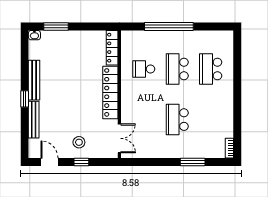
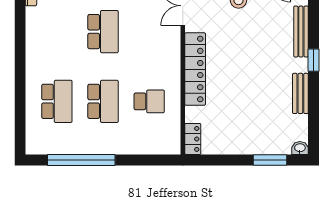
window: (169, 26) -> (81, 160), moved
locker: (112, 48) -> (193, 139), width x0.66
bench: (34, 80) -> (300, 93), width x0.73

